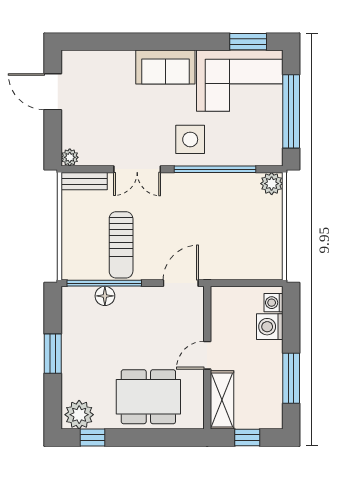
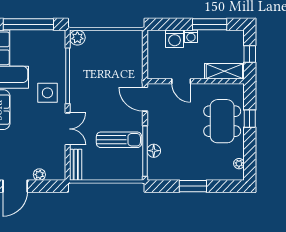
plant: (70, 157) -> (39, 175), moved
washing machine: (273, 303) -> (191, 36), moved
door: (207, 355) -> (181, 81), moved
plant: (79, 415) -> (239, 164), width x0.53, depth x0.53
window: (92, 438) -> (250, 119), moved

